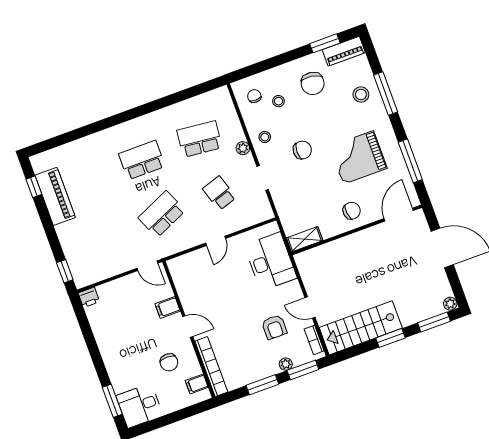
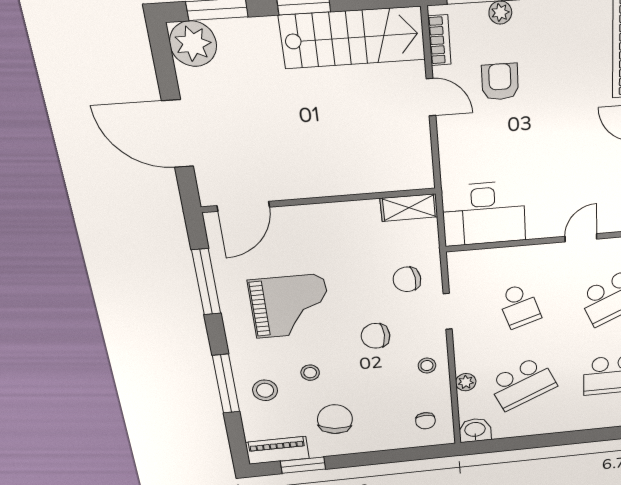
washbasin: (220, 97) -> (475, 430), added
stool: (278, 101) -> (310, 373), moved
school desk: (200, 139) -> (522, 384), turned -30
plant: (243, 148) -> (466, 382), moved
chair: (352, 211) -> (407, 279), moved
door: (216, 241) -> (581, 238), moved
desk: (271, 262) -> (484, 214), moved, turned -90
plant: (450, 304) -> (193, 44), width x1.88, depth x1.88

